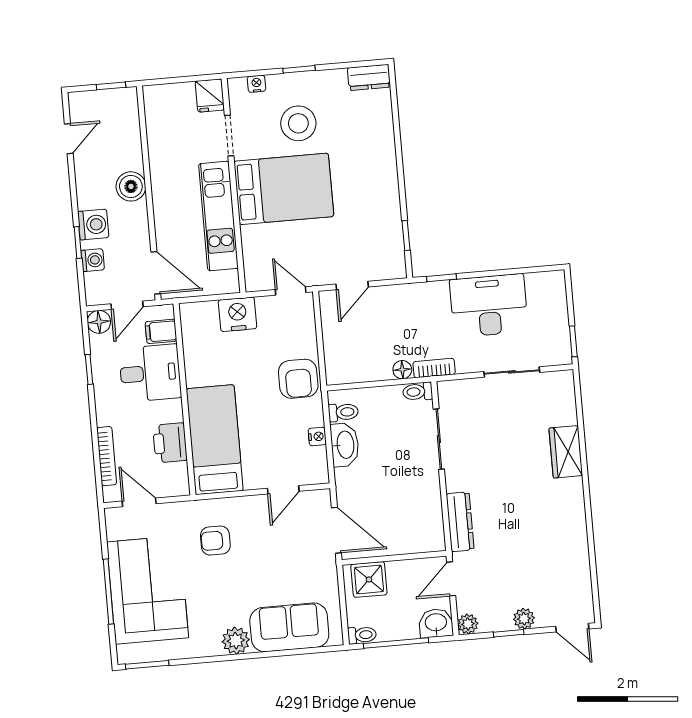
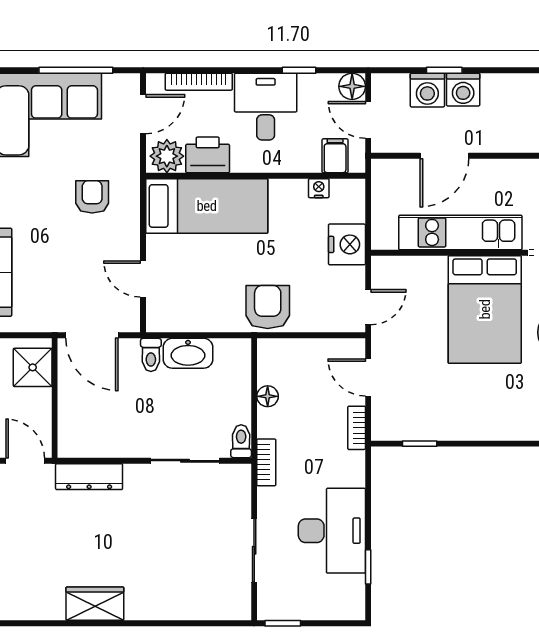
boiler: (131, 186) -> (503, 136), removed
washing machine: (93, 260) -> (427, 90), width x1.38, depth x1.38
door: (156, 273) -> (444, 156), moved
window: (441, 278) -> (368, 567), moved
bookcase: (397, 292) -> (357, 428), added
floor lamp: (402, 370) -> (268, 396), moved
desk: (150, 373) -> (266, 107), moved, turned 180
armchair: (298, 379) -> (268, 307), turned 90
toilet: (343, 412) -> (151, 355), moved
nightstand: (317, 436) -> (319, 188), moved, turned 180
wardrobe: (566, 452) -> (95, 604), moved
plant: (174, 478) -> (167, 156), added
door: (336, 530) -> (92, 335), hinge flipped
window: (108, 591) -> (76, 70), moved

